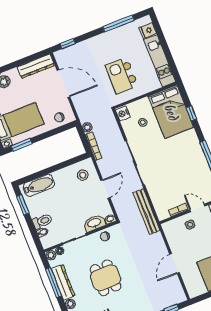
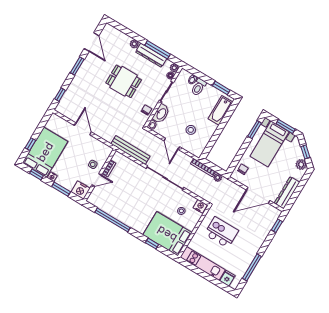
stool: (83, 175) -> (191, 130), moved

